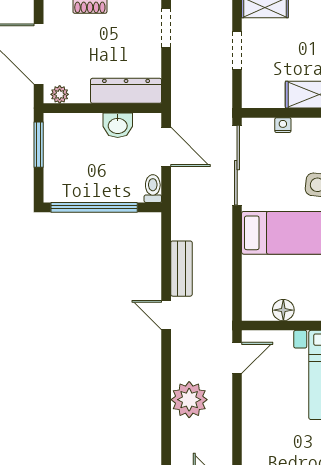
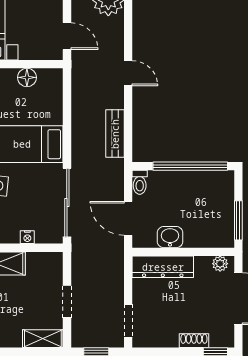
bench: (181, 269) -> (115, 134), moved
door: (237, 358) -> (67, 36), swing flipped

